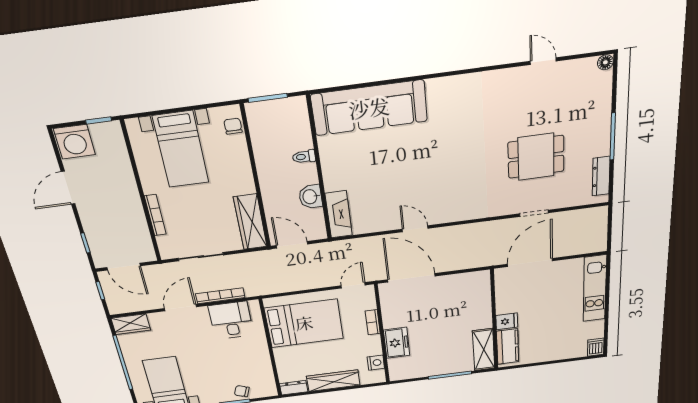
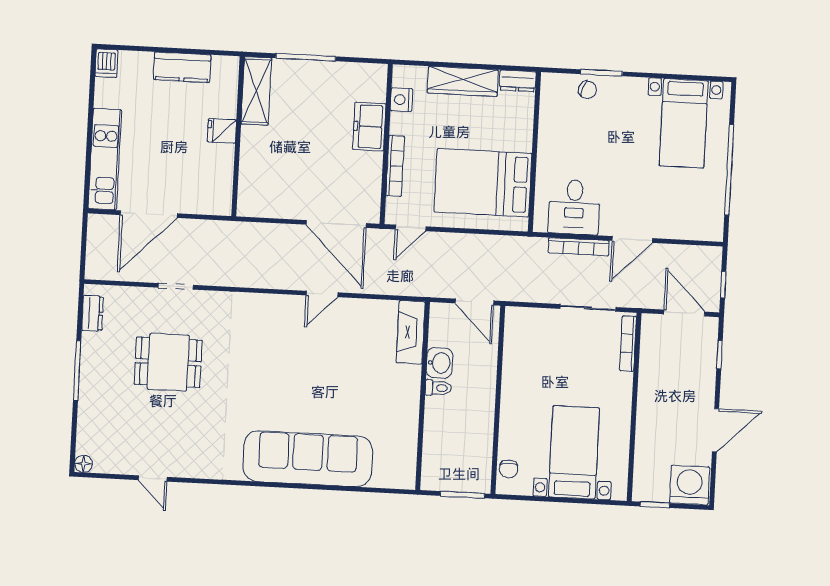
sofa: (369, 108) -> (308, 459), moved
toilet: (304, 157) -> (438, 388), moved
dresser: (601, 176) -> (93, 313), width x0.70
bookcase: (155, 215) -> (628, 344), moved
wardrobe: (250, 222) -> (517, 344), removed
door: (415, 229) -> (322, 294), hinge flipped
door: (530, 263) -> (149, 214), moved
bookcase: (373, 322) -> (395, 166), width x1.56
wardrobe: (131, 324) -> (701, 228), removed
kitchen counter: (508, 347) -> (182, 67), moved, turned -90

